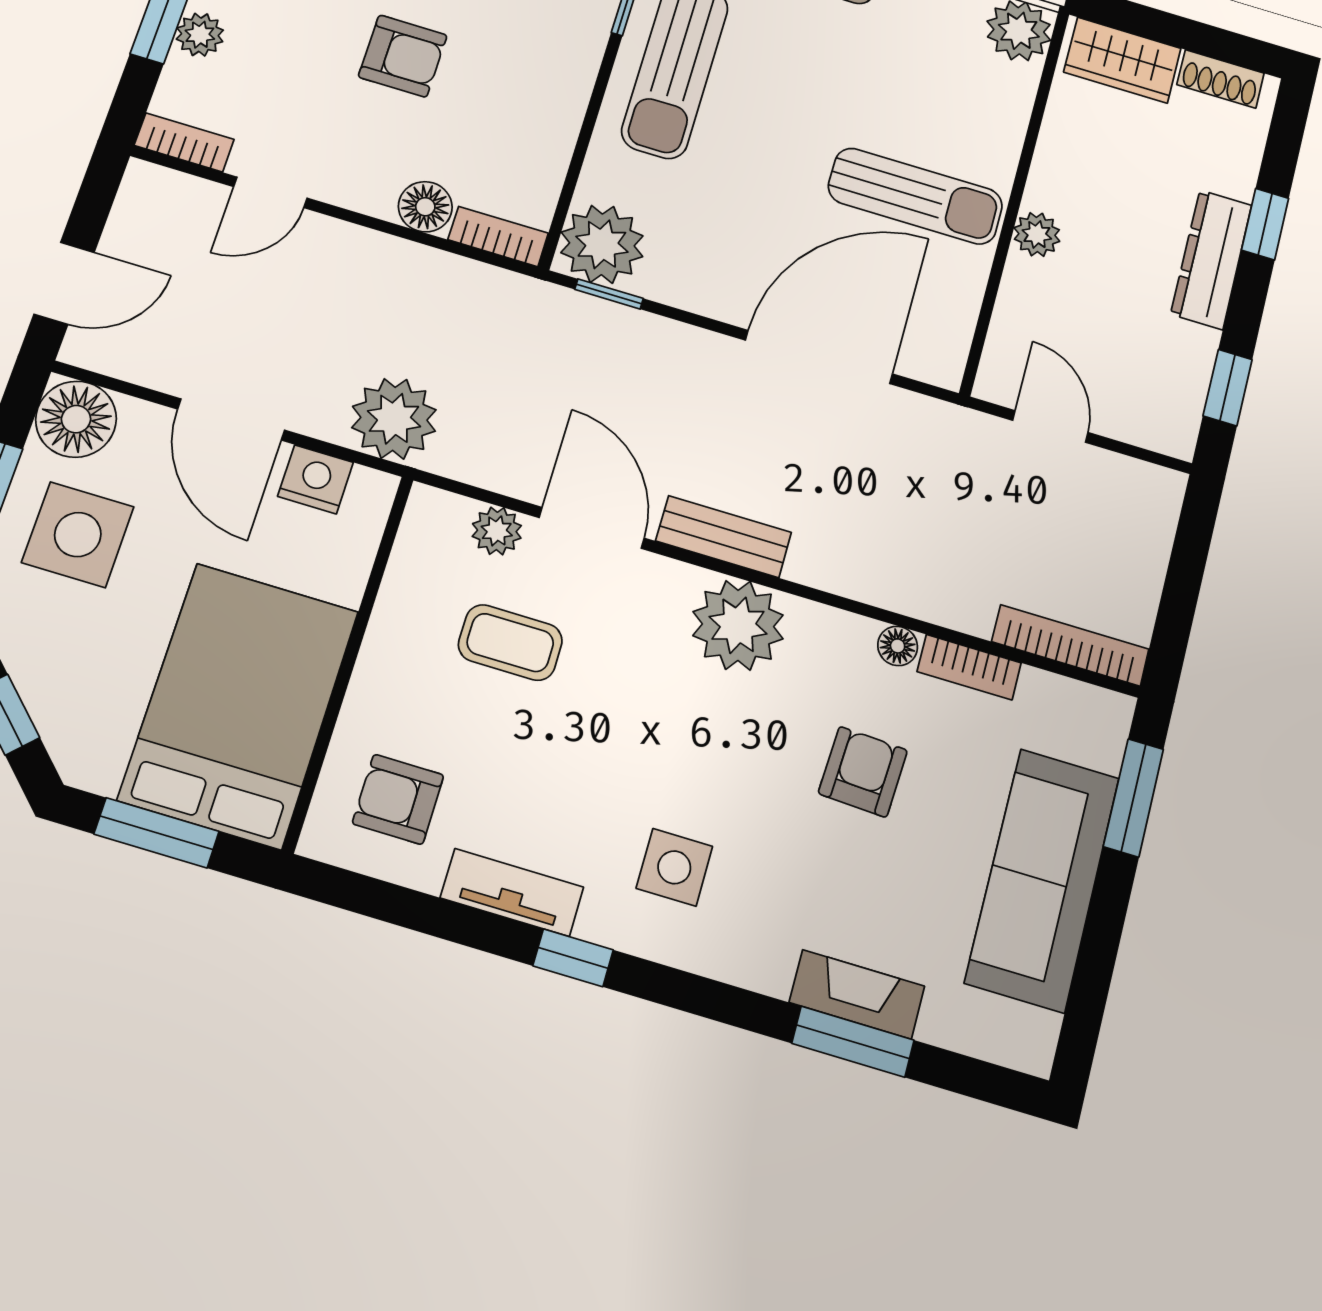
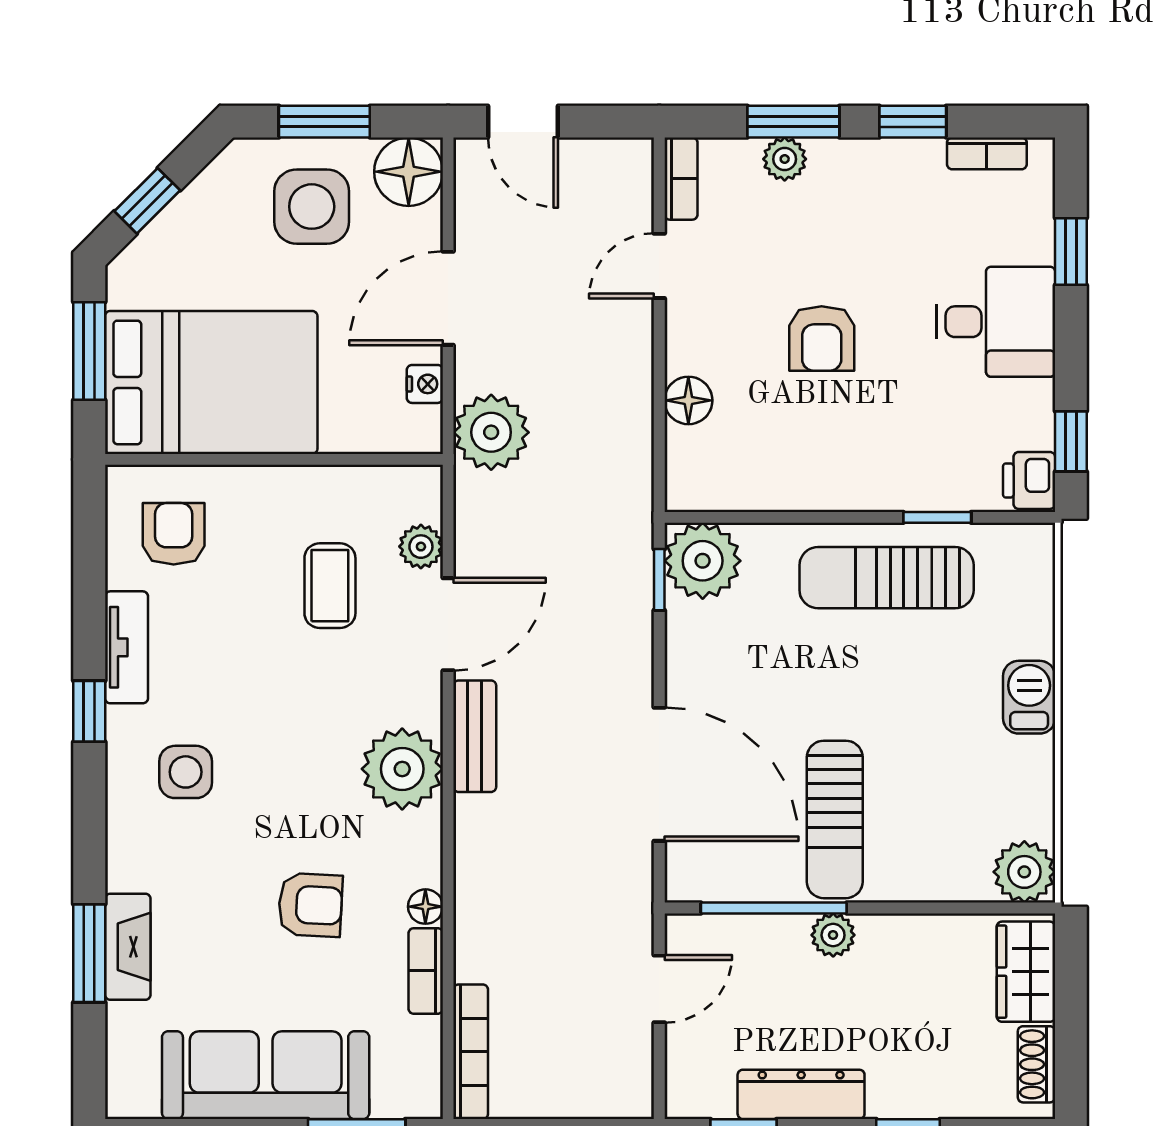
door: (270, 192) -> (659, 266), hinge flipped
bookcase: (498, 236) -> (681, 470), removed
dresser: (1211, 260) -> (801, 1094), moved
window: (993, 285) -> (774, 908), added
nightstand: (315, 479) -> (425, 384), width x0.72, depth x0.74

